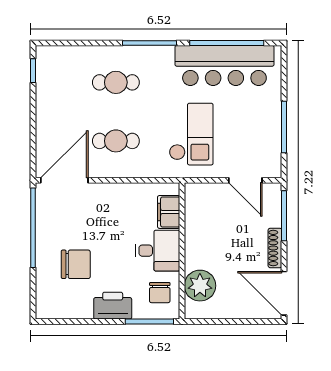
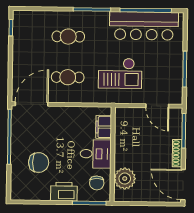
checkout: (191, 134) -> (120, 73), turned 90

